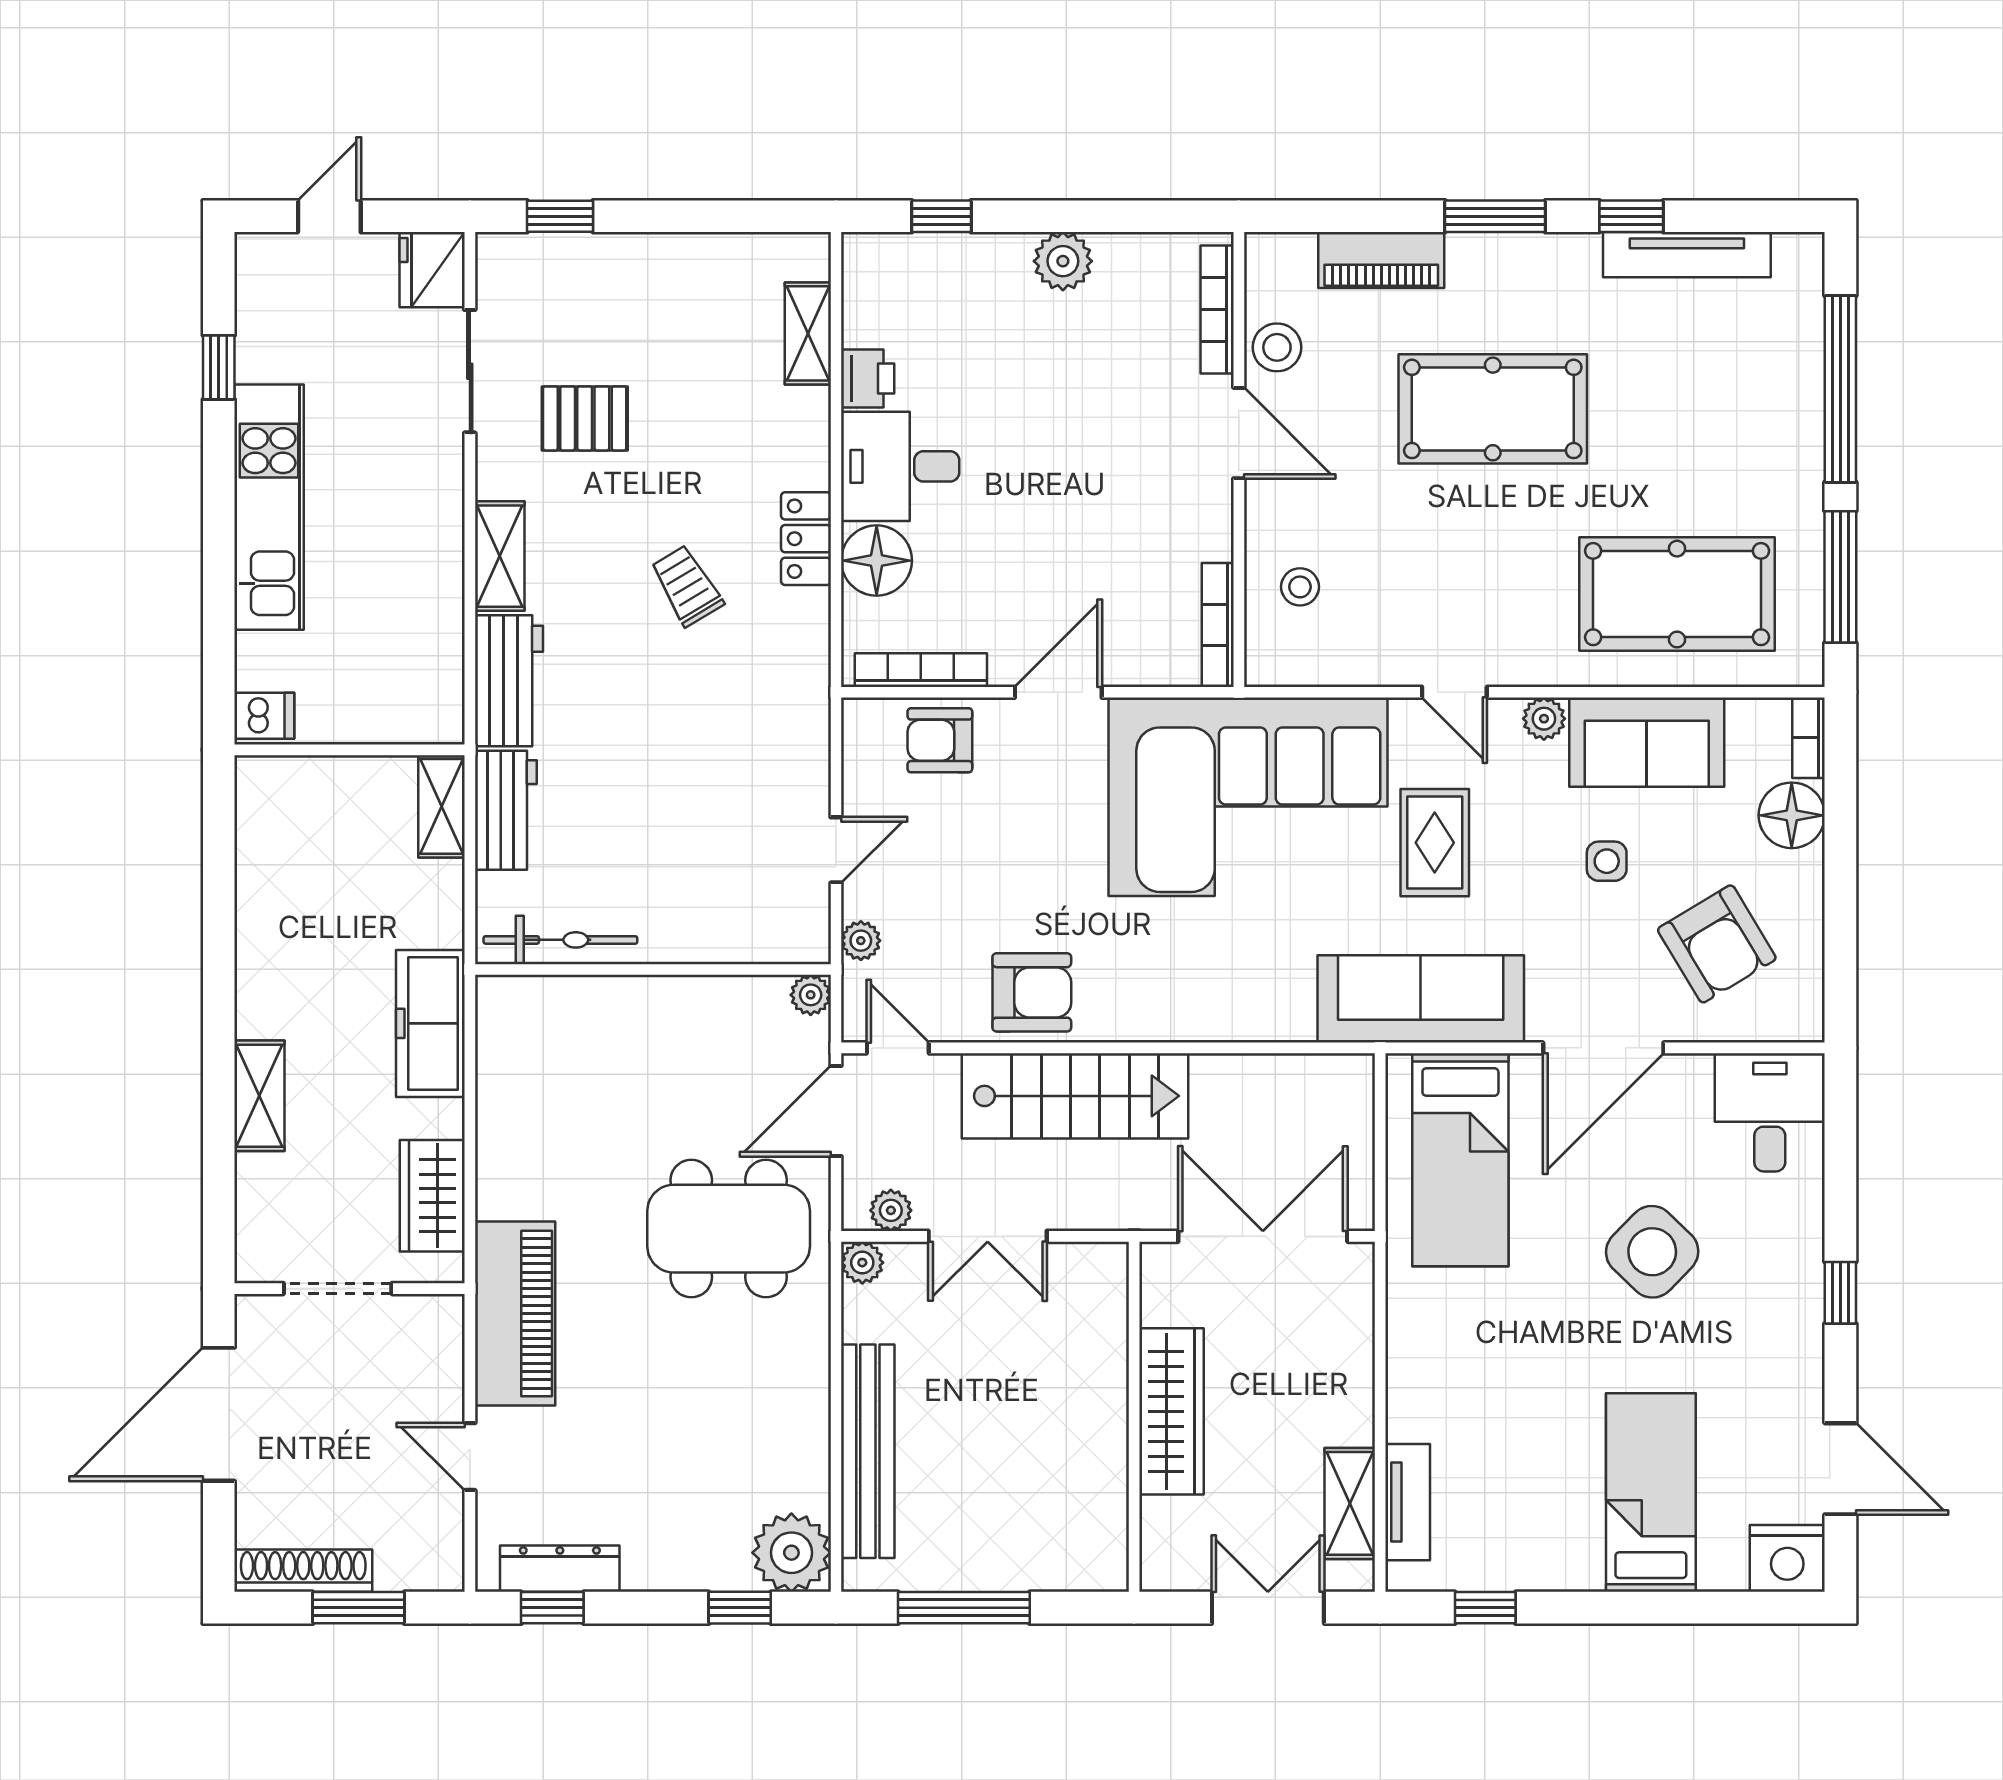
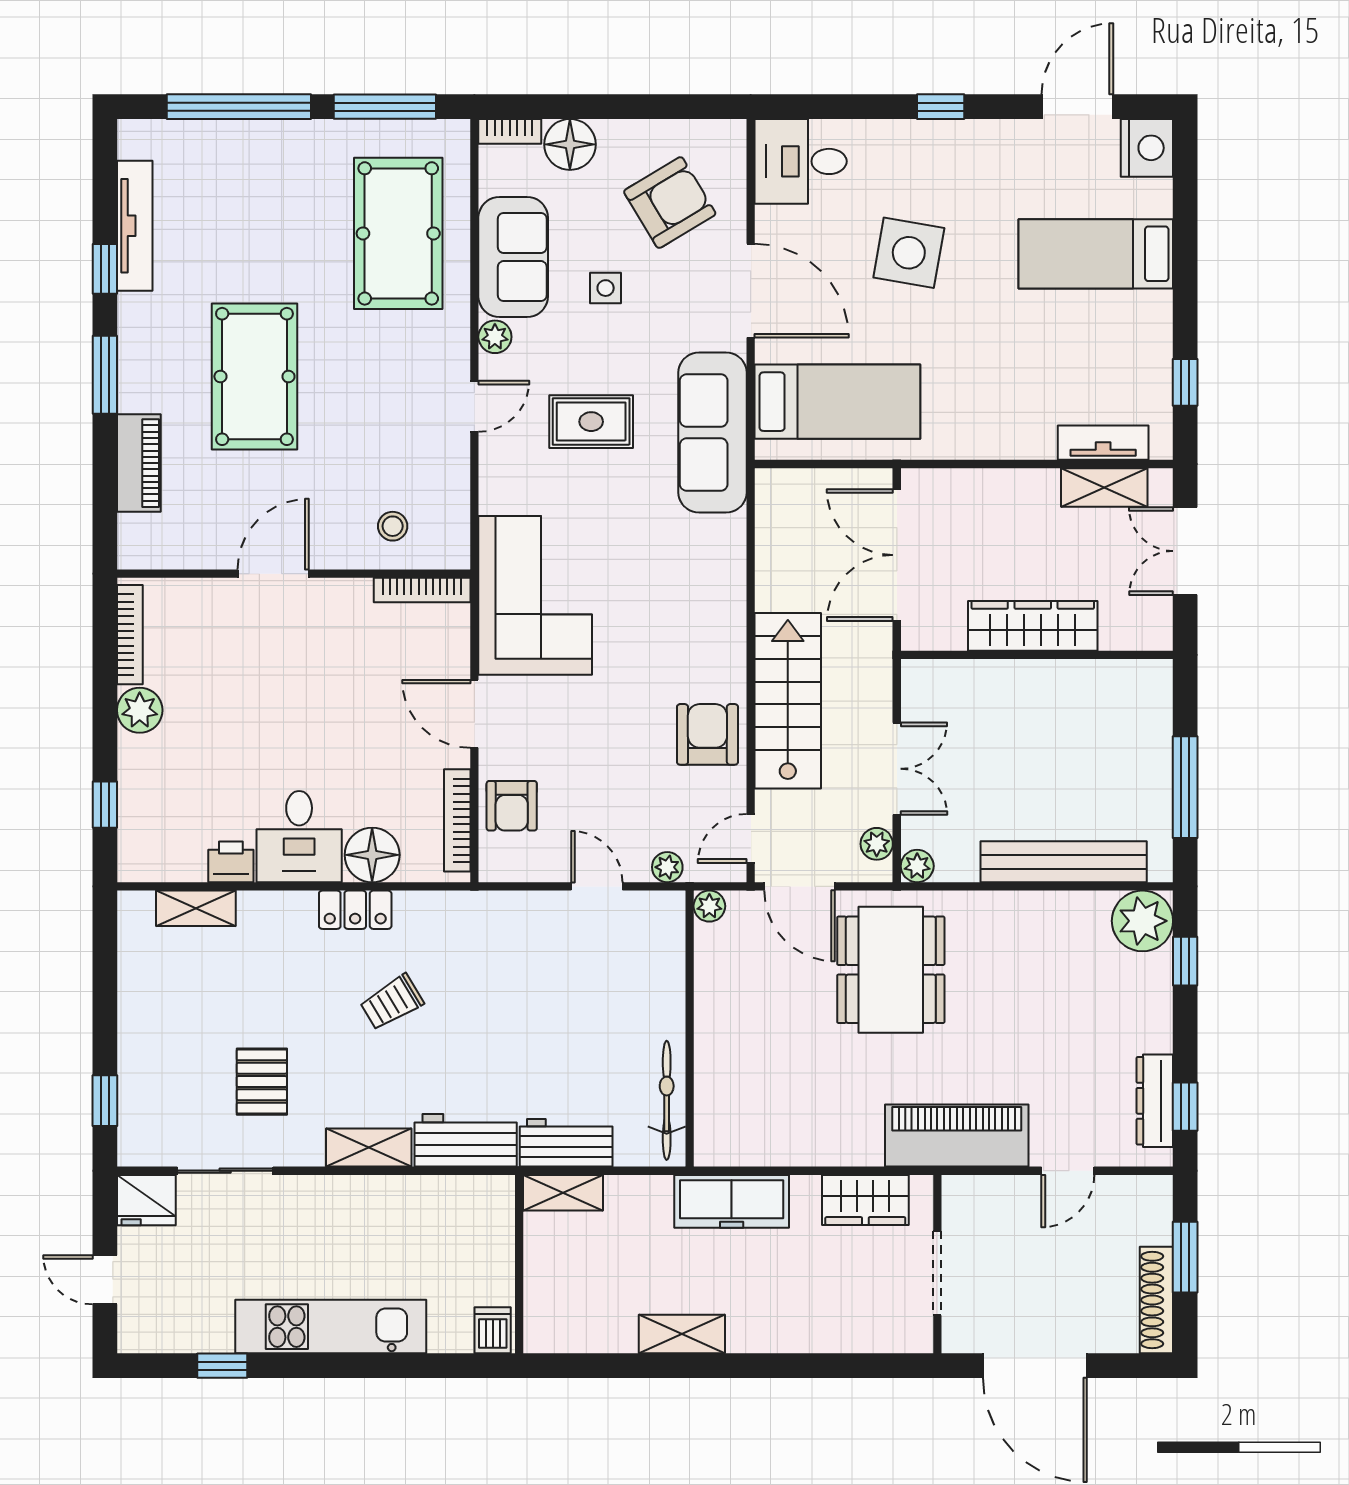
bookcase: (1217, 309) -> (130, 635), moved, turned -90
stool: (1277, 347) -> (207, 544), removed
corner sofa: (1248, 797) -> (535, 595), width x0.73, depth x0.74
shelving: (259, 1096) -> (682, 1334), moved
side table: (1652, 1252) -> (909, 253), turned -34

